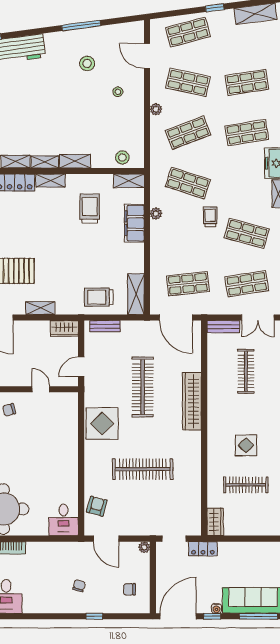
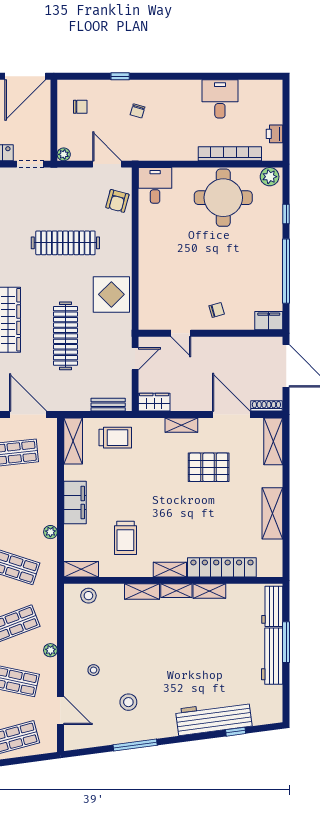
filing cabinet: (134, 223) -> (75, 502), moved

